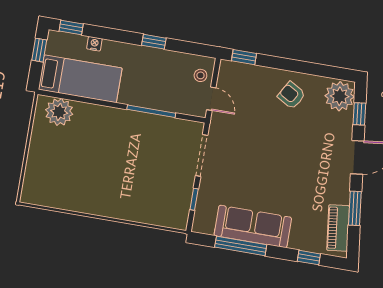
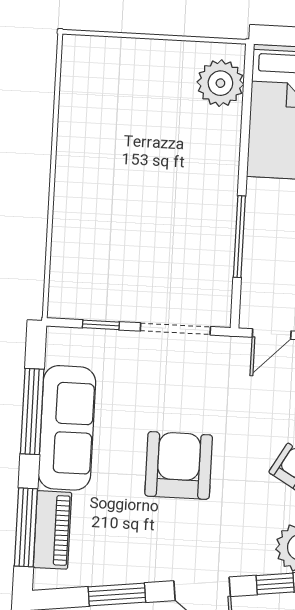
armchair: (283, 163) -> (179, 465), added
piano: (338, 228) -> (52, 530), moved, turned 97
window: (309, 258) -> (26, 527), width x2.17

